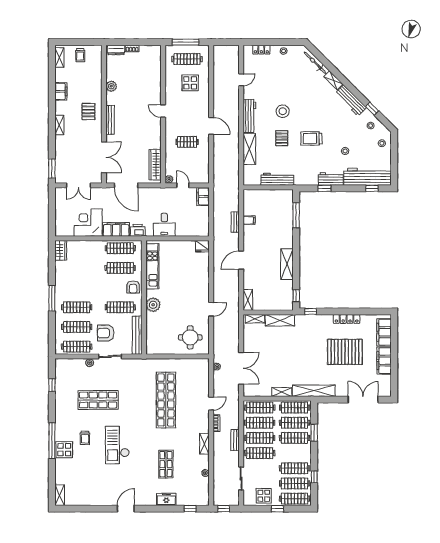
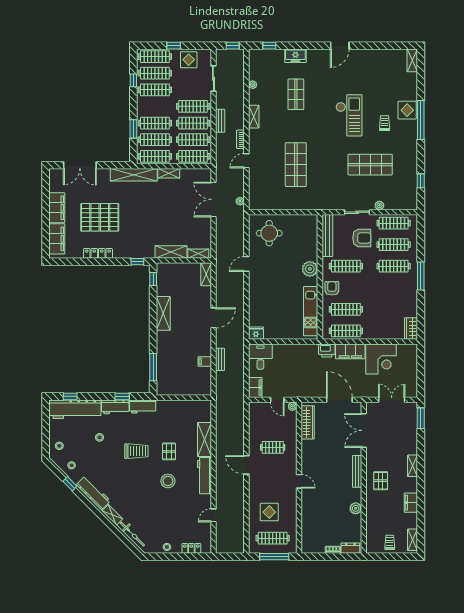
workbench: (277, 179) -> (143, 406), moved, width x0.73
desk: (164, 225) -> (260, 357), moved
shop shelf: (166, 400) -> (296, 165), width x0.71

